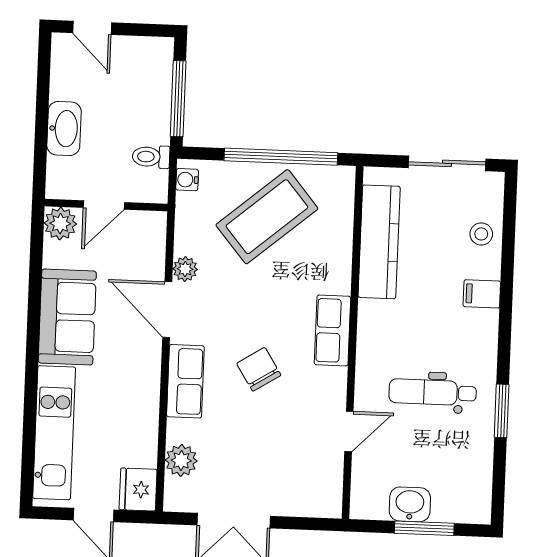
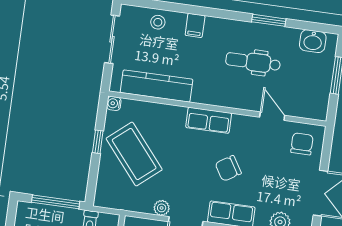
window: (281, 157) -> (98, 142), width x0.32
water cooler: (187, 180) -> (114, 103), moved, turned 90
dental chair: (433, 392) -> (253, 62), turned 90
chair: (309, 483) -> (302, 144), added
washbasin: (410, 504) -> (313, 41), moved, turned -90

